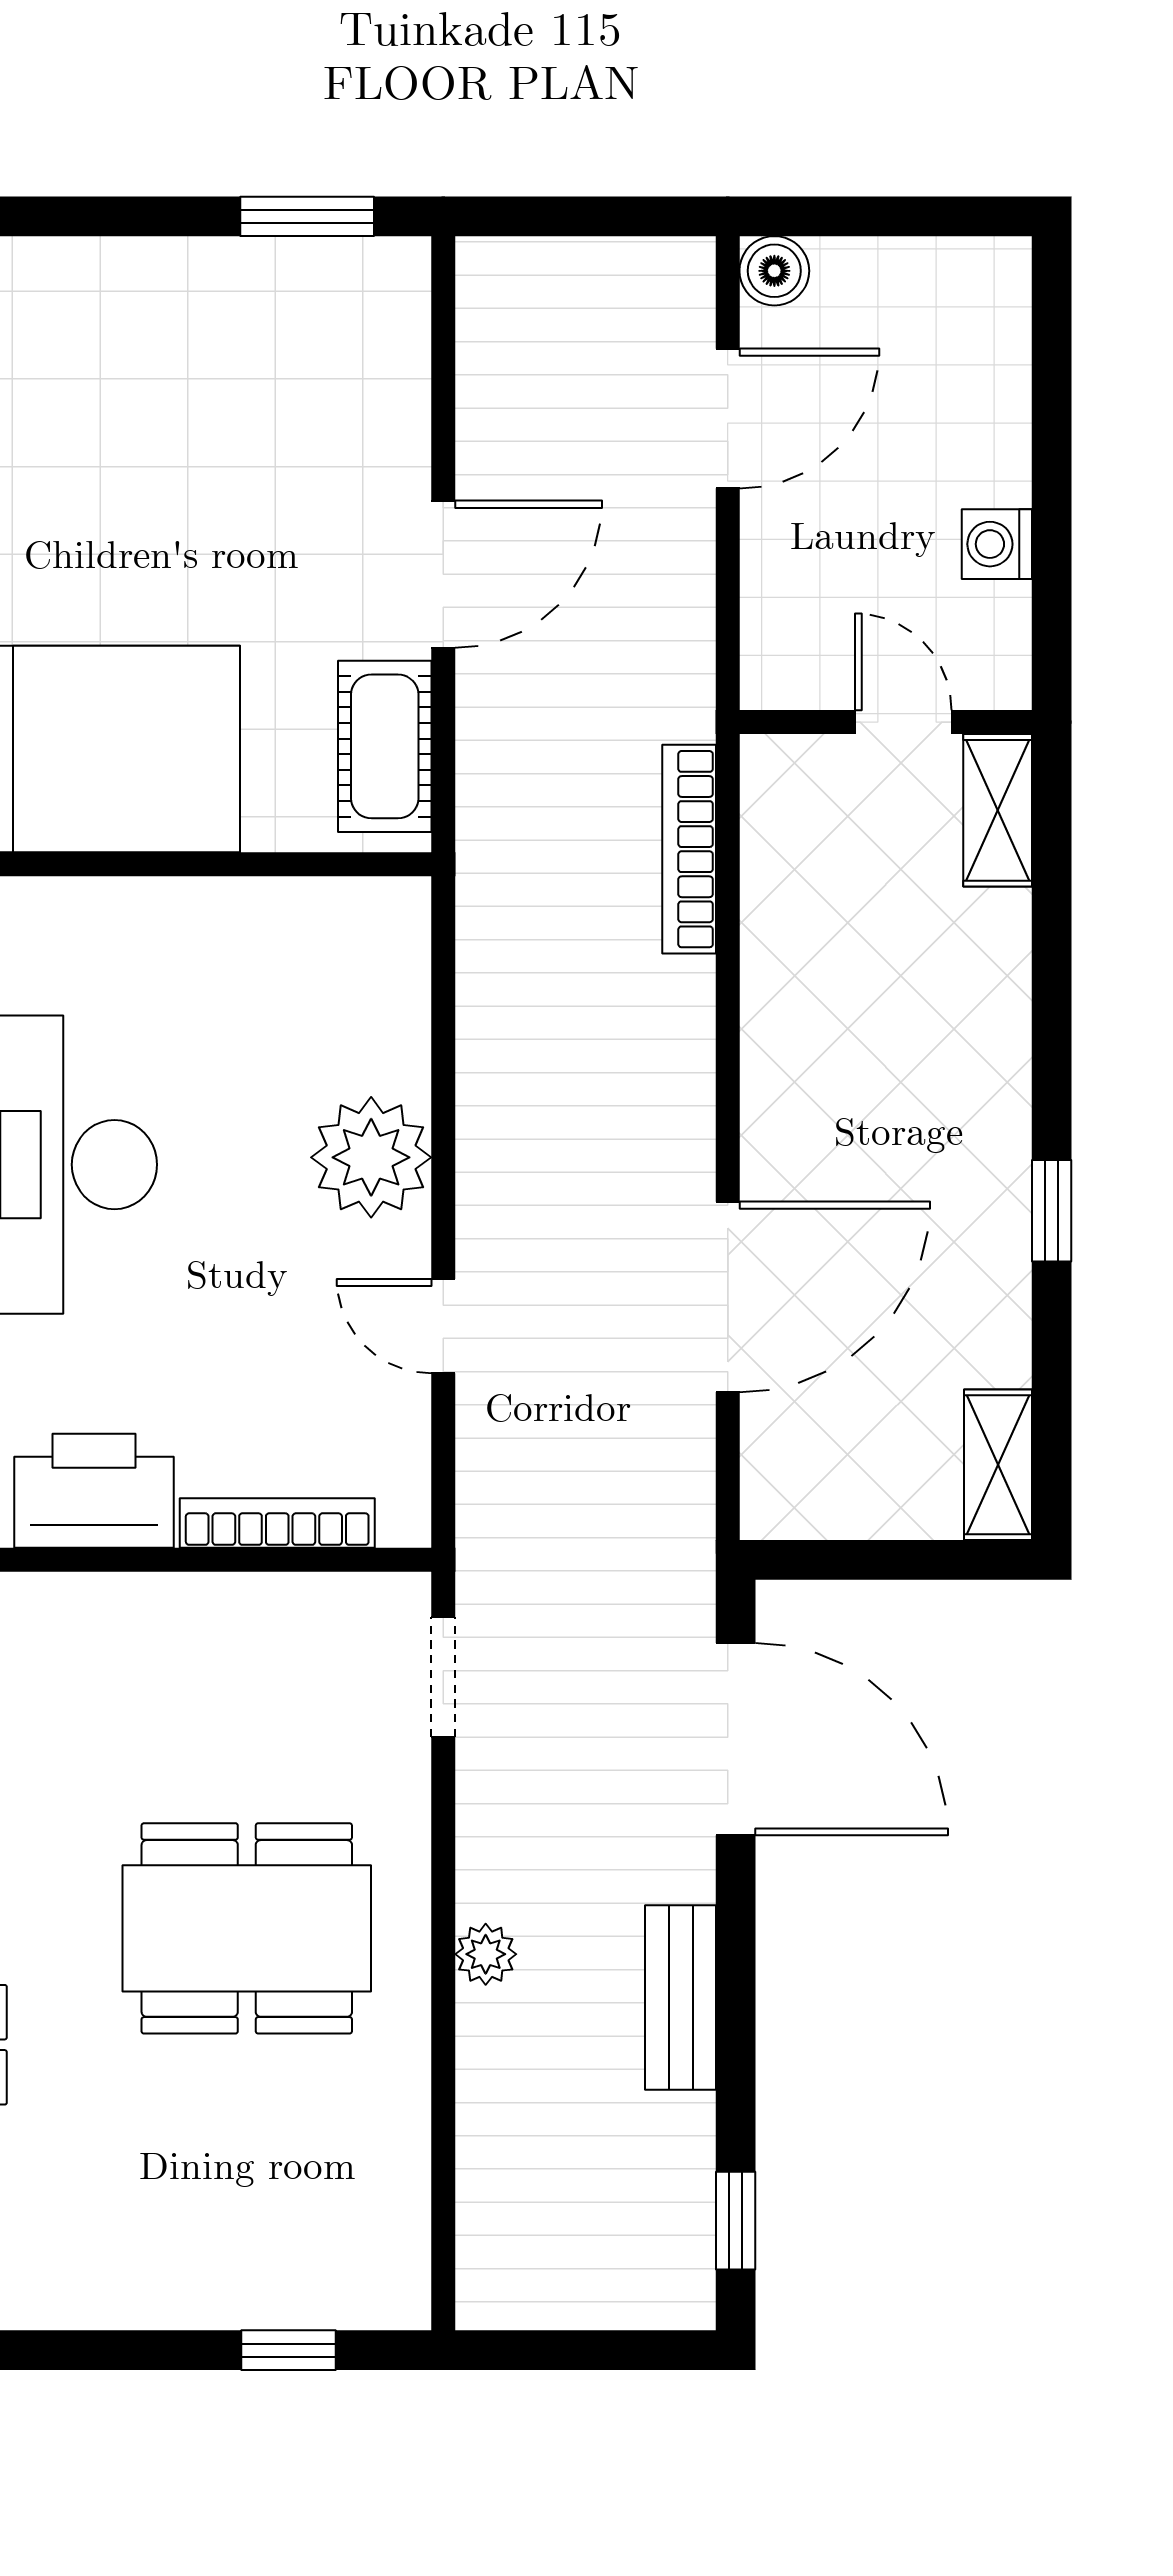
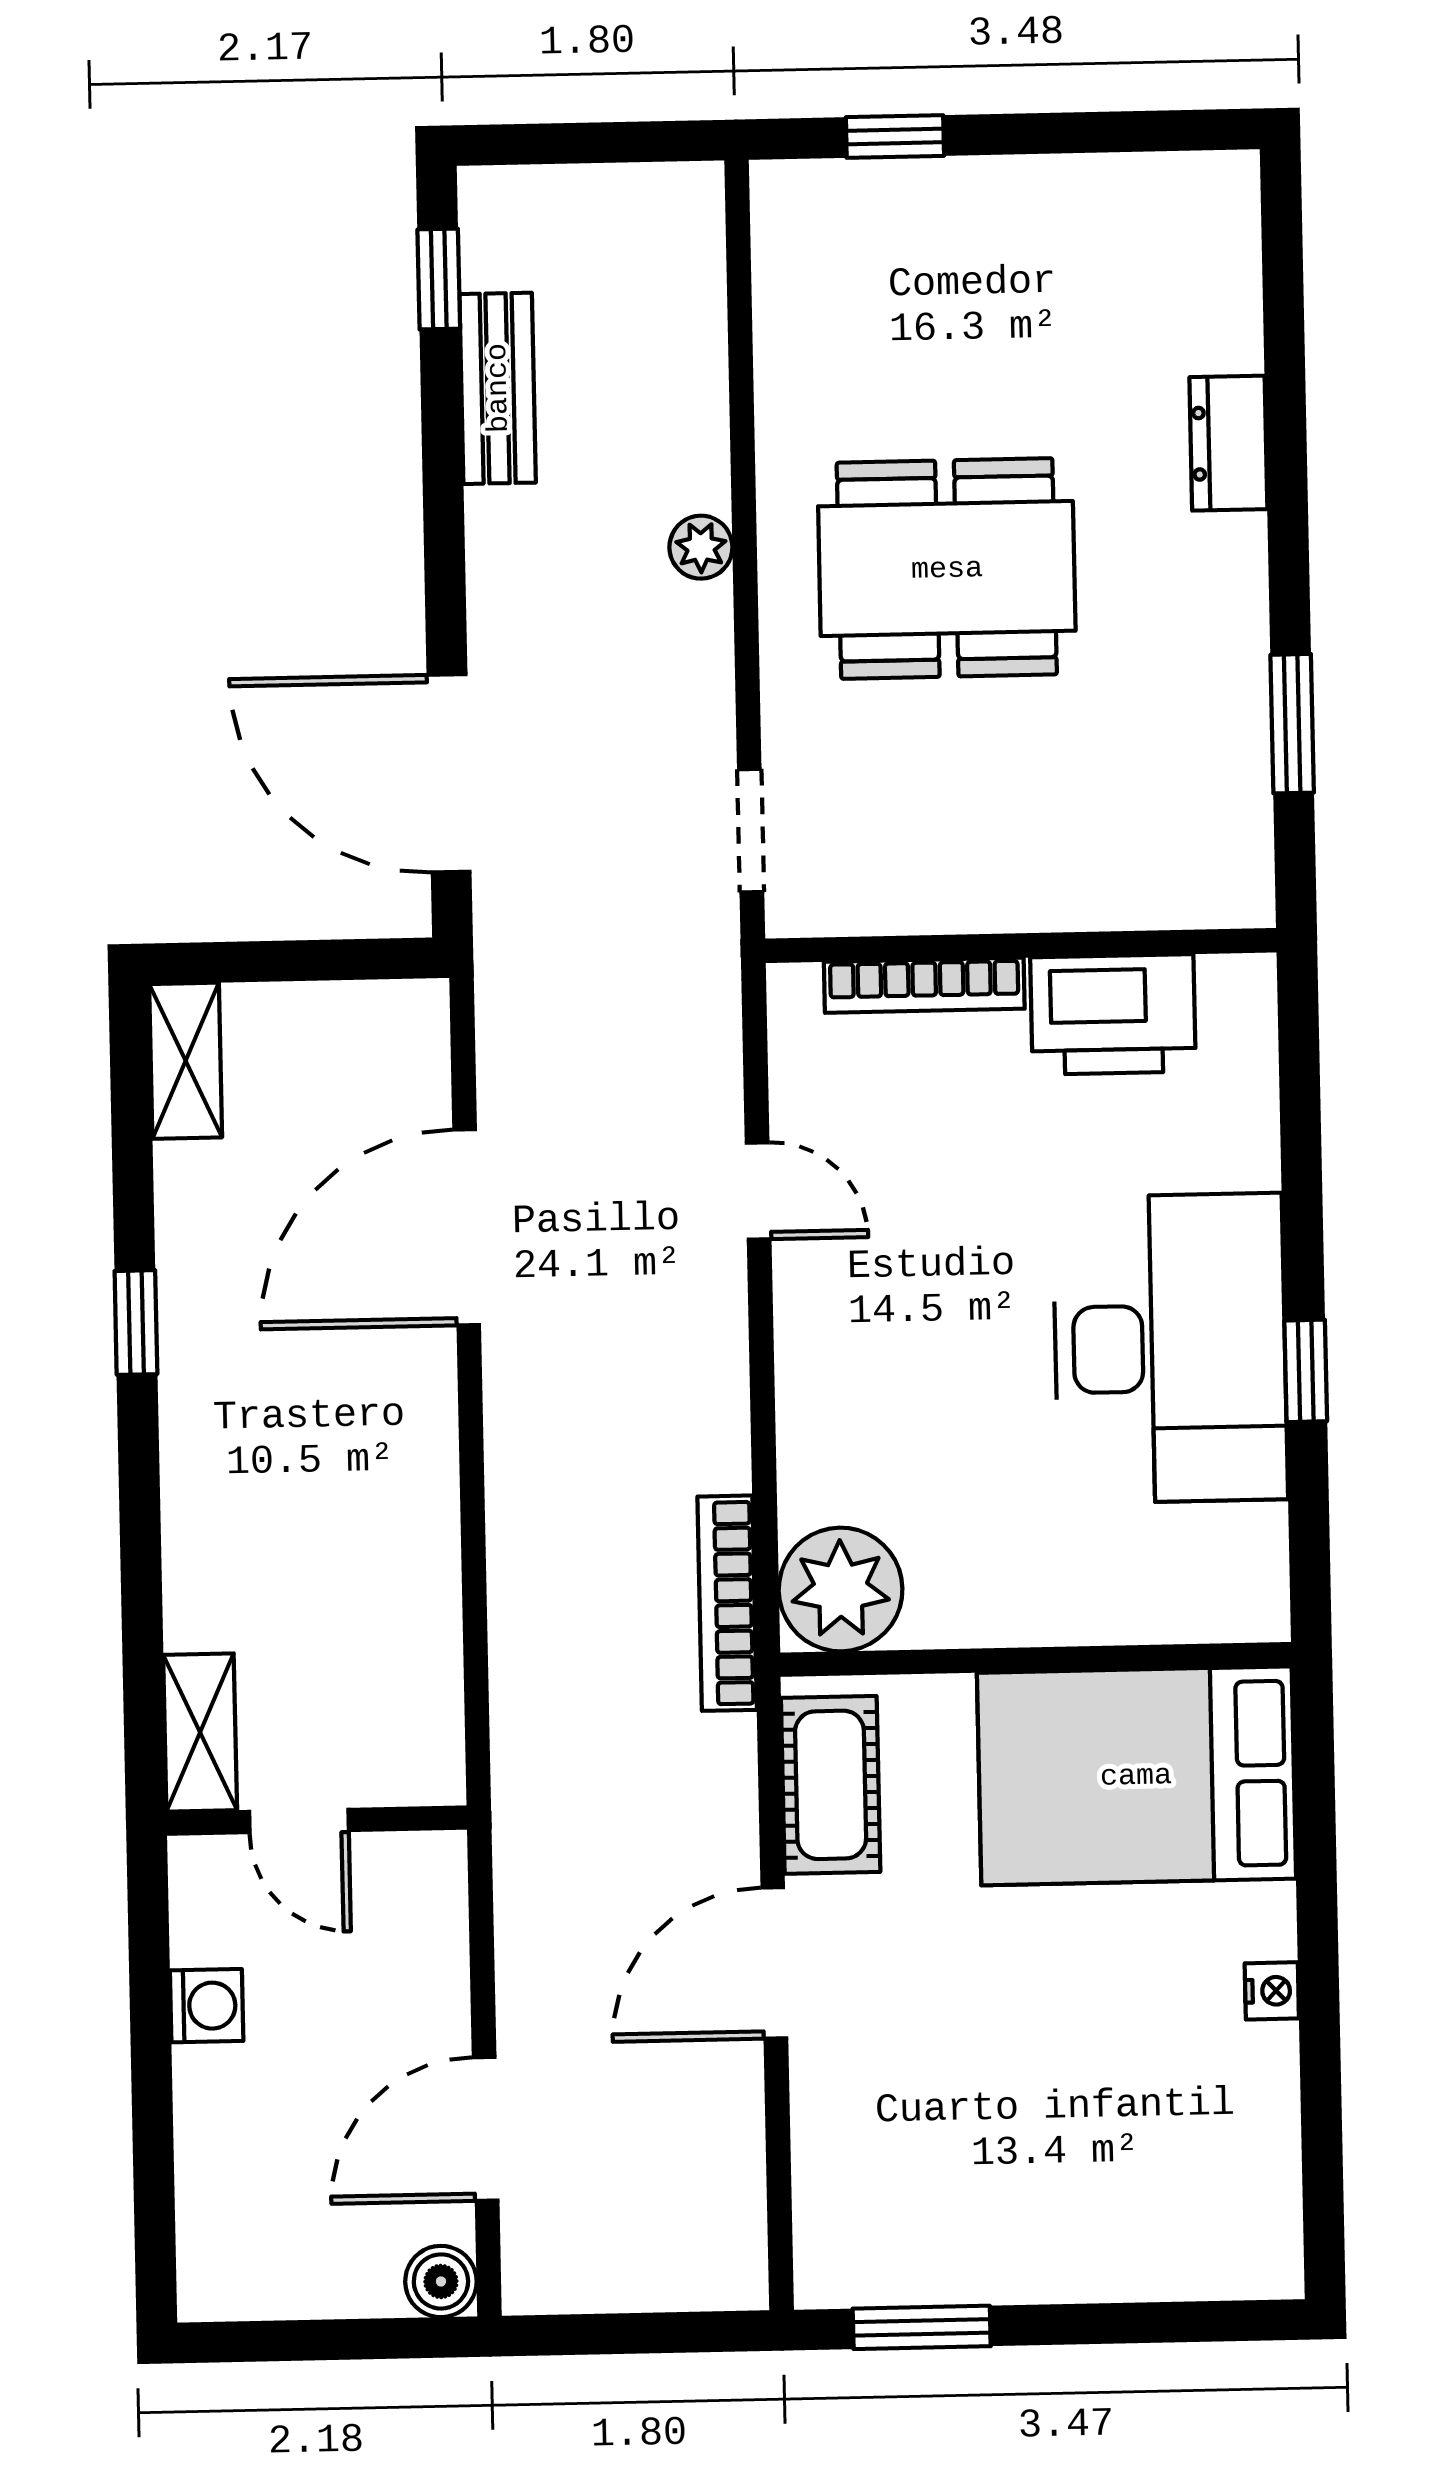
bookcase: (689, 849) -> (727, 1603), moved, turned 180
plant: (371, 1157) -> (841, 1589), moved
bench: (681, 1998) -> (498, 388), moved

